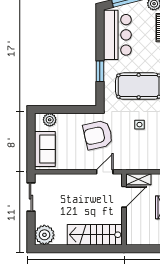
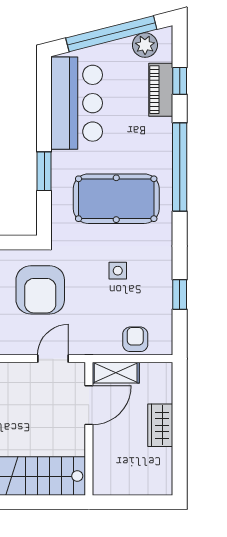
armchair: (98, 135) -> (40, 290), turned -77
armchair: (149, 161) -> (135, 339), added

